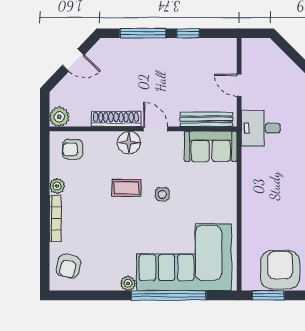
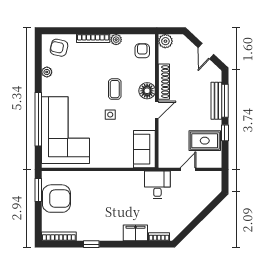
rug: (199, 62) -> (205, 141), added
bench: (206, 119) -> (216, 101), moved
plant: (128, 283) -> (47, 72), moved

